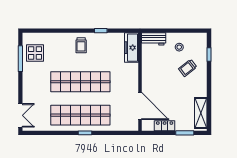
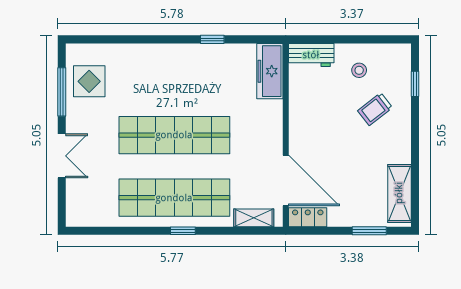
trolley: (81, 45) -> (175, 67), removed
double door: (20, 115) -> (62, 156), moved
shelving: (123, 126) -> (254, 218), added
locker: (165, 126) -> (308, 217), moved

